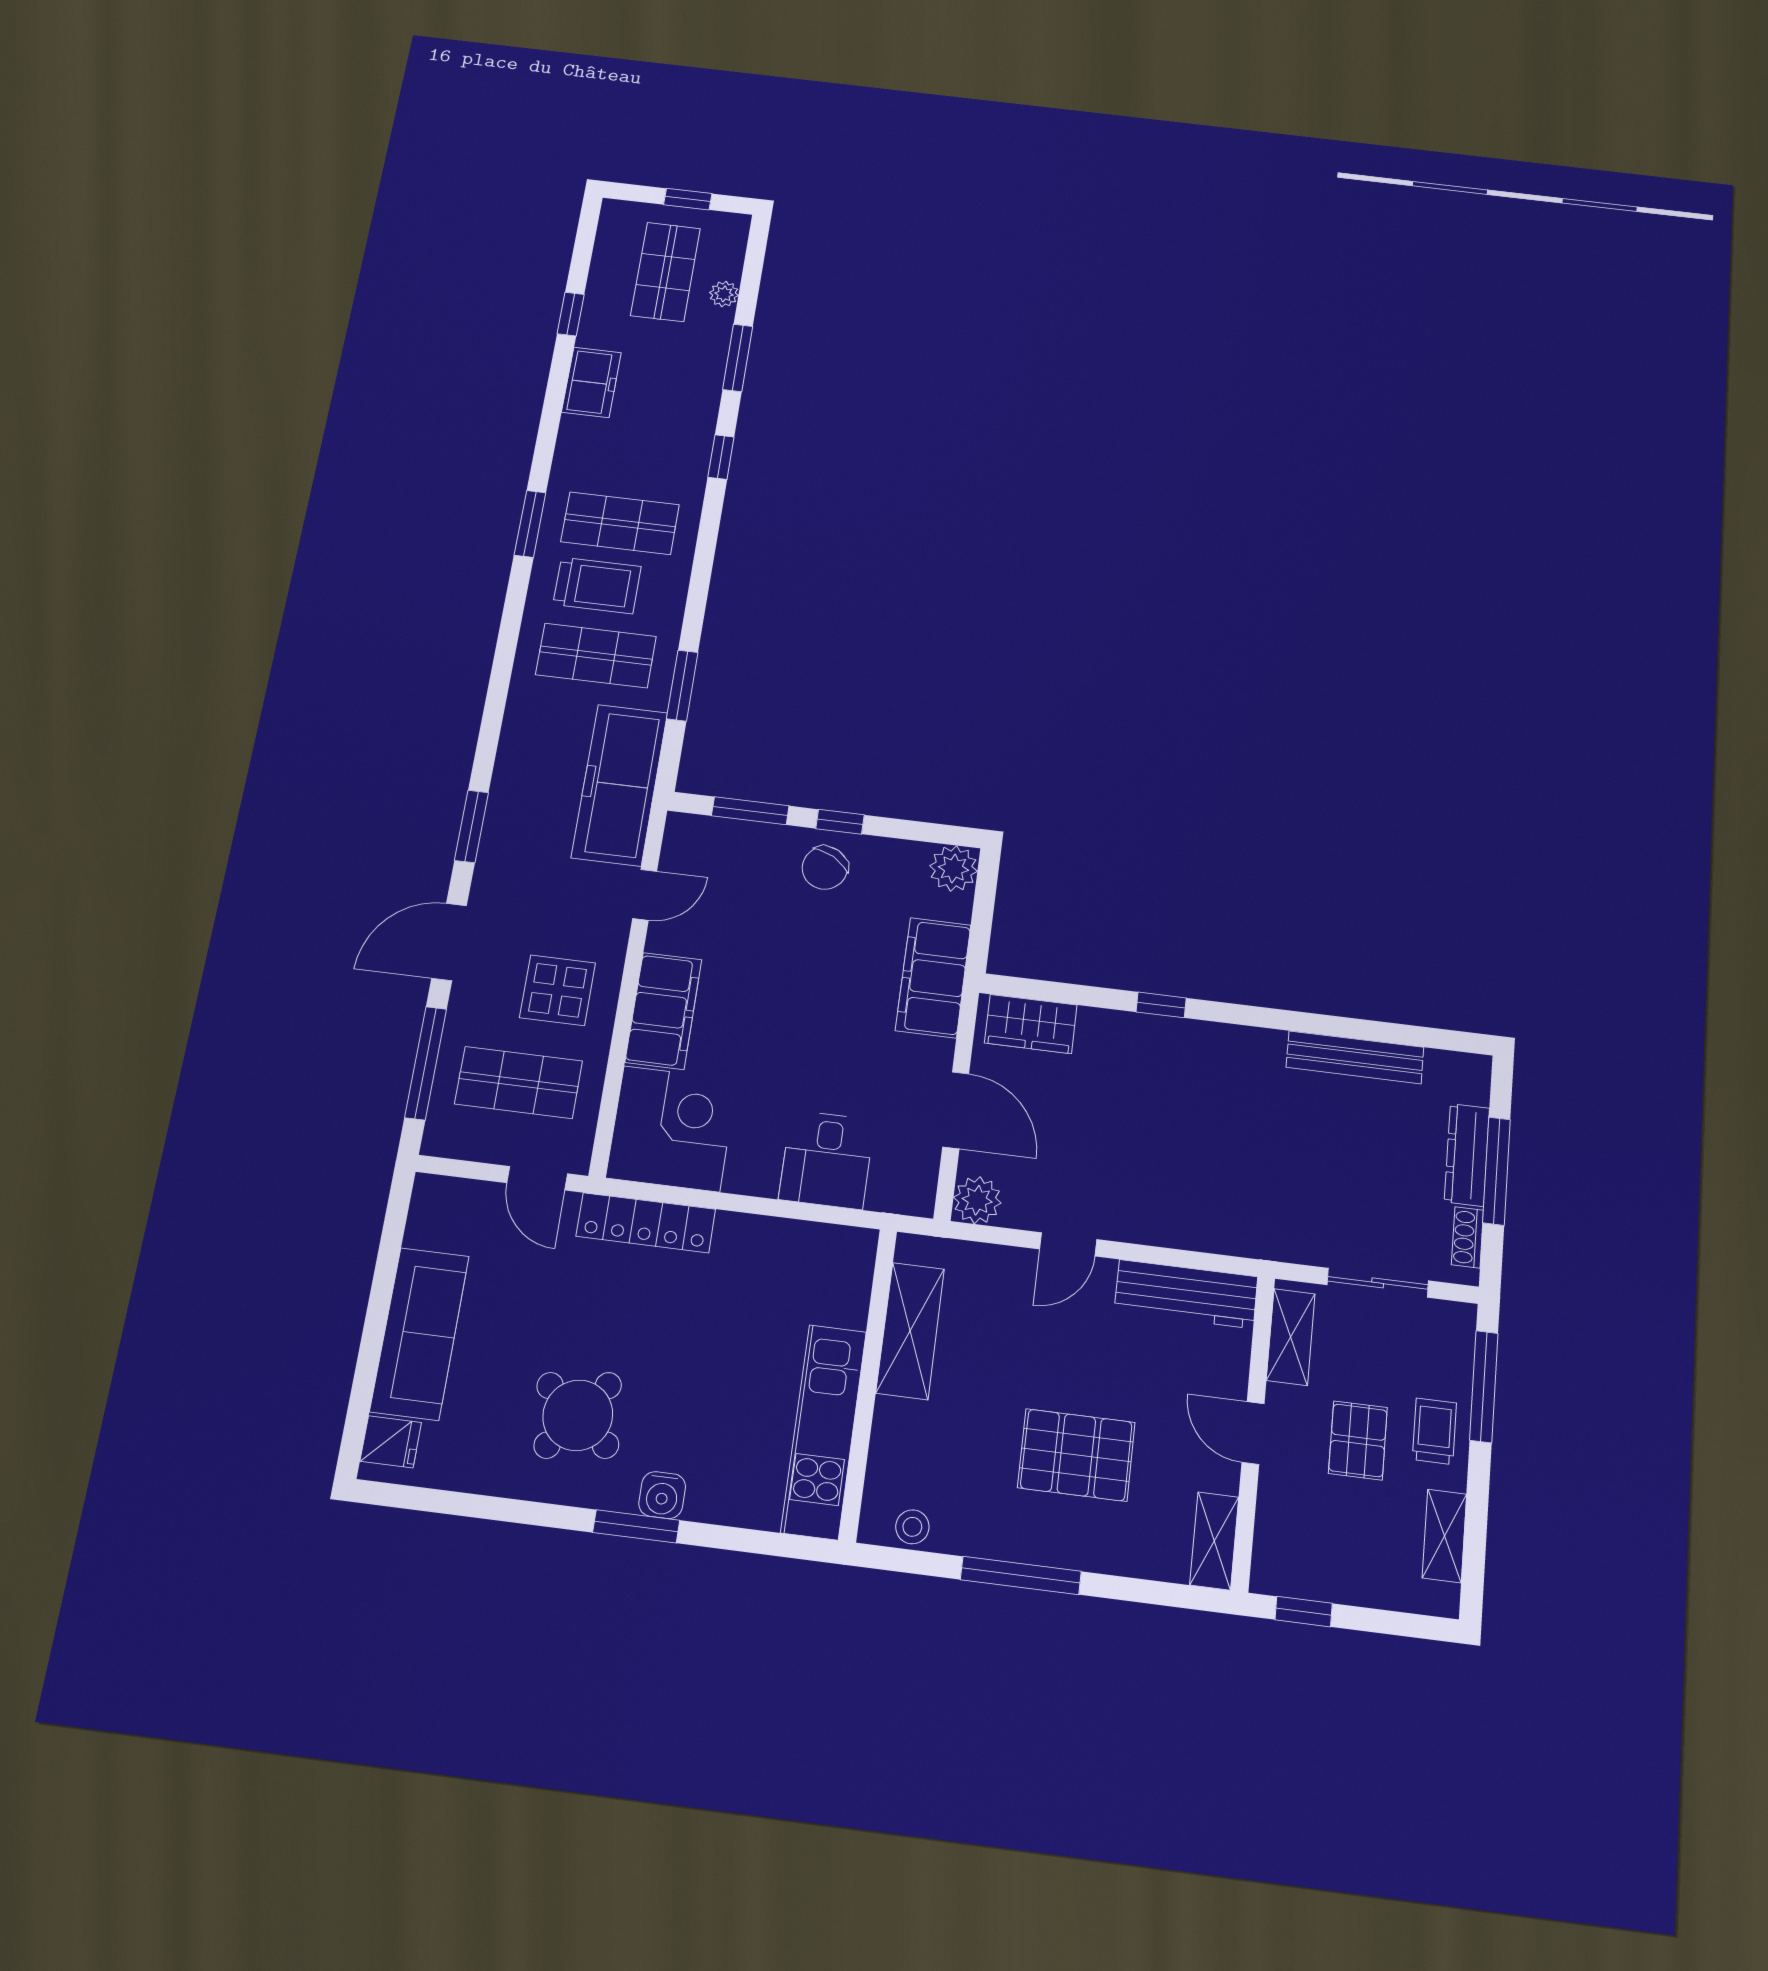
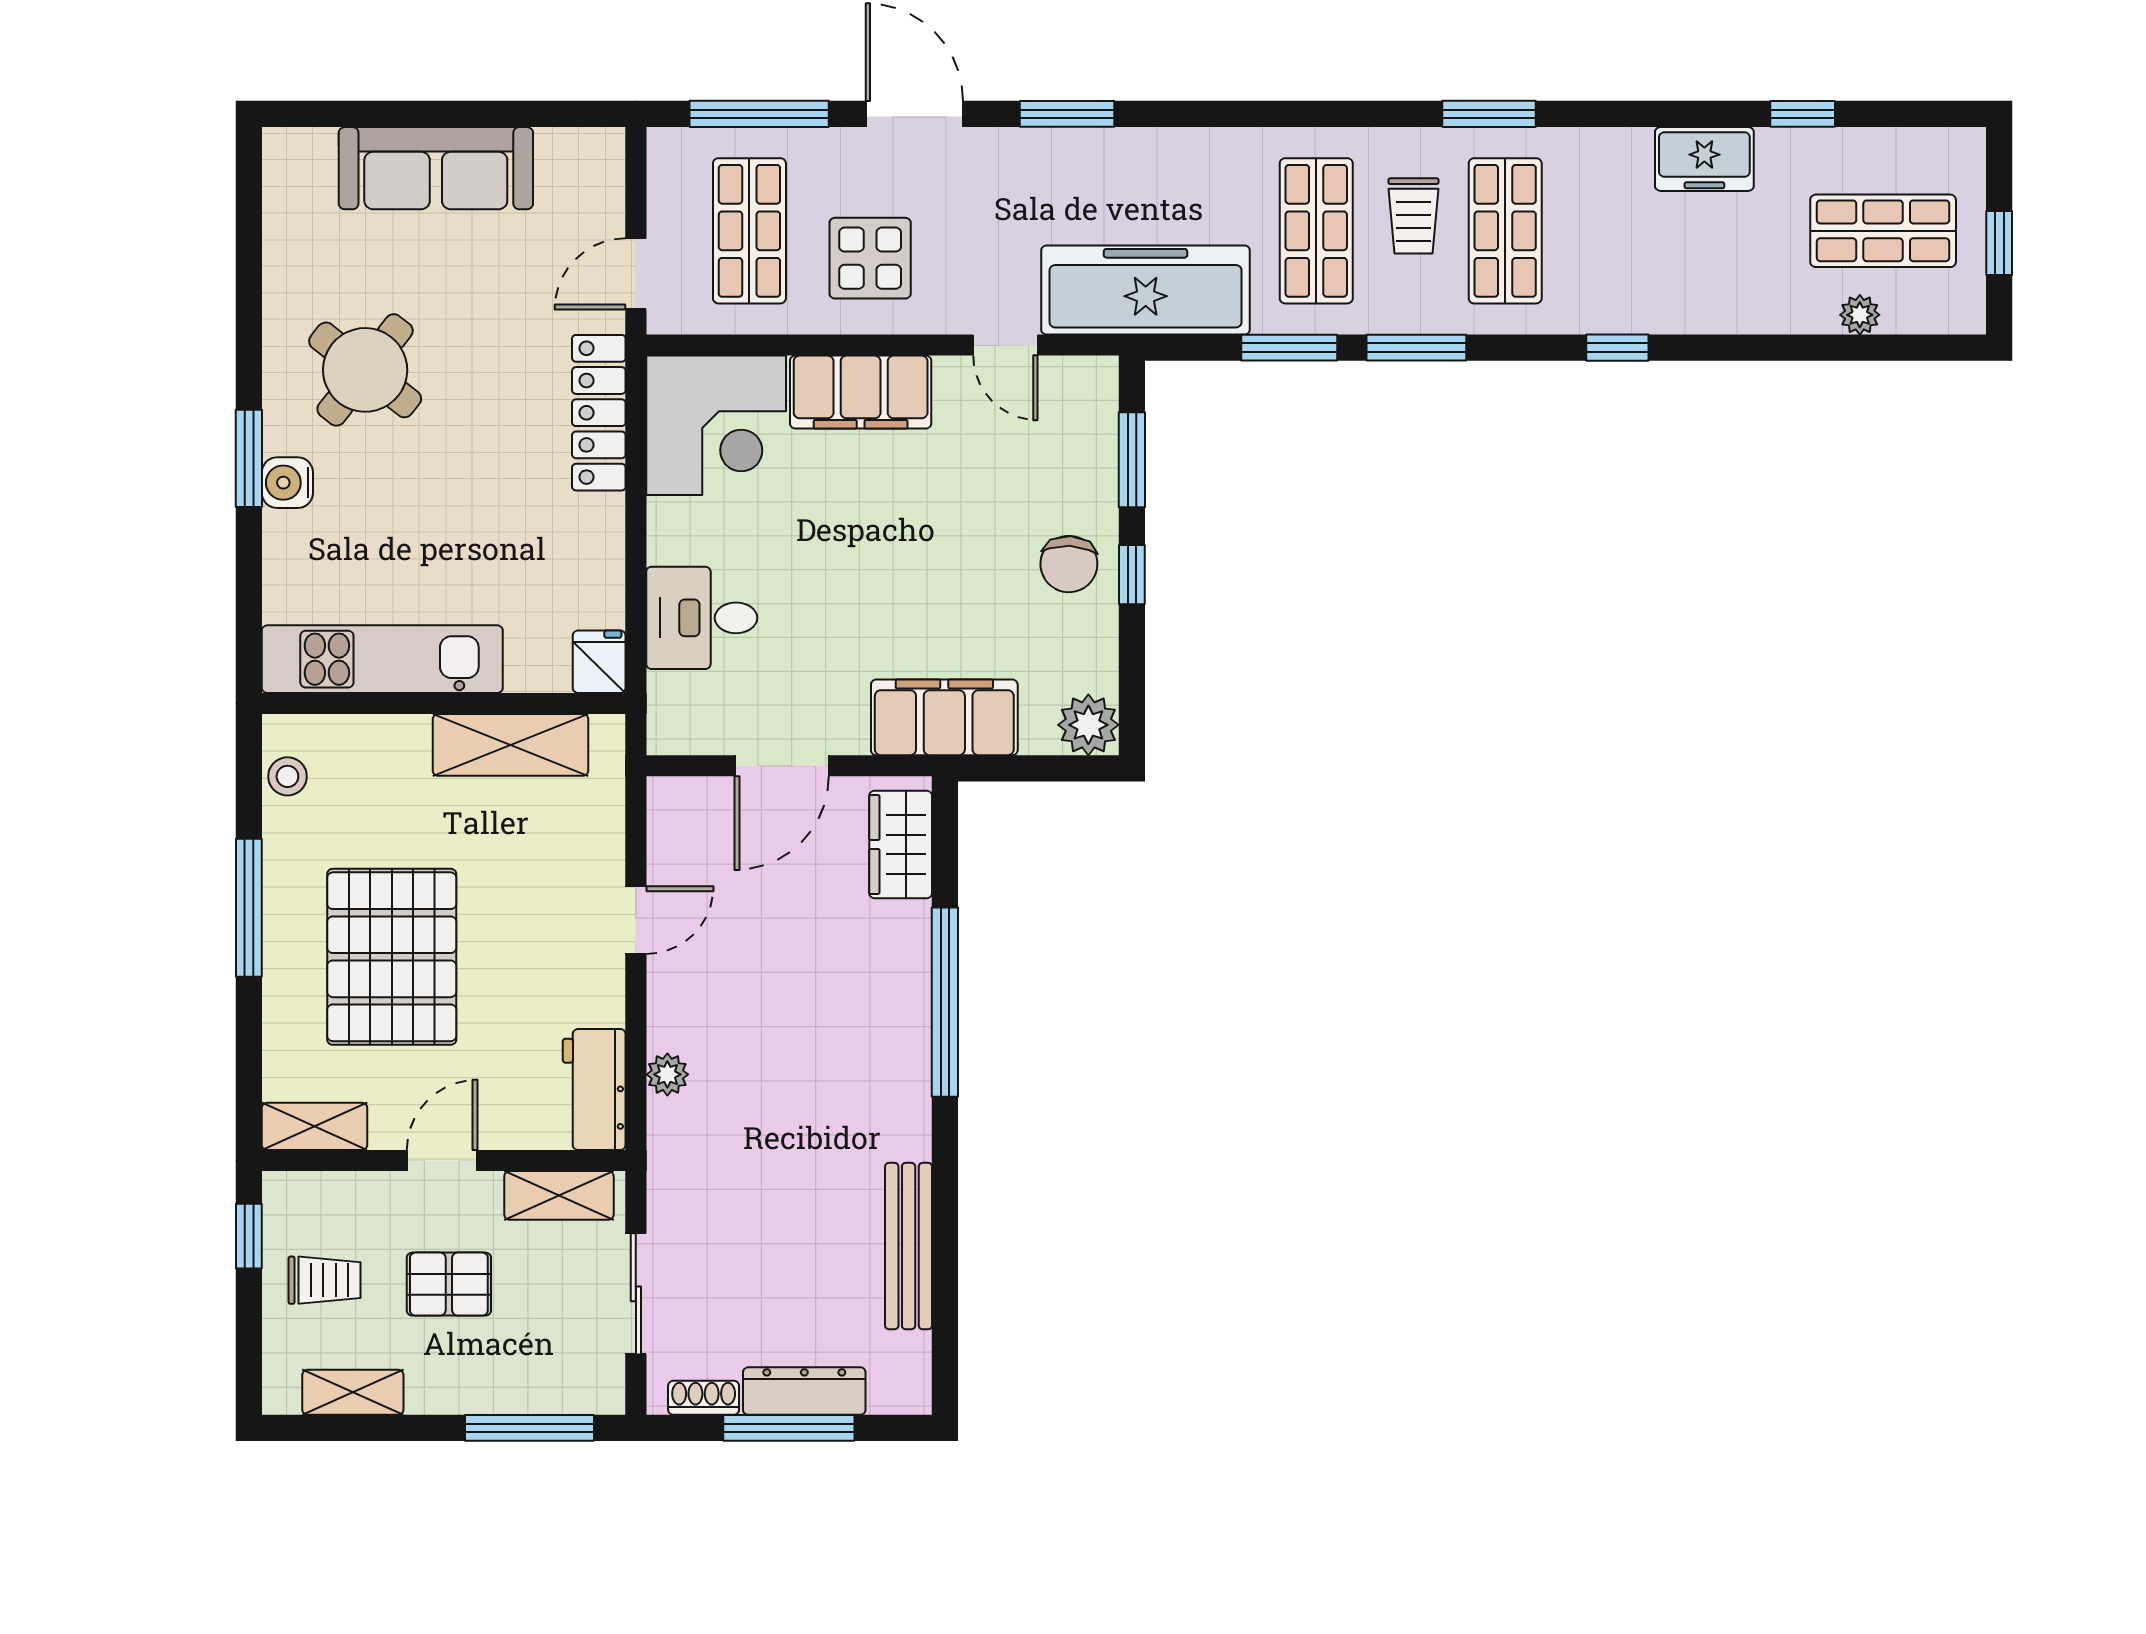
window: (738, 358) -> (1416, 348), moved
trolley: (597, 585) -> (1413, 216), width x0.73, depth x0.72
chair: (825, 868) -> (1069, 564), turned -116
window: (1161, 1005) -> (945, 1002), width x3.17
plant: (977, 1200) -> (667, 1074), moved, width x0.73, depth x0.73
door: (1068, 1244) -> (636, 920), swing flipped
workbench: (1186, 1294) -> (594, 1089), width x0.73
trolley: (1434, 1431) -> (325, 1280), moved
fridge: (391, 1442) -> (599, 662), moved, turned 180
pallet: (1076, 1455) -> (392, 957), width x1.37, depth x1.41

